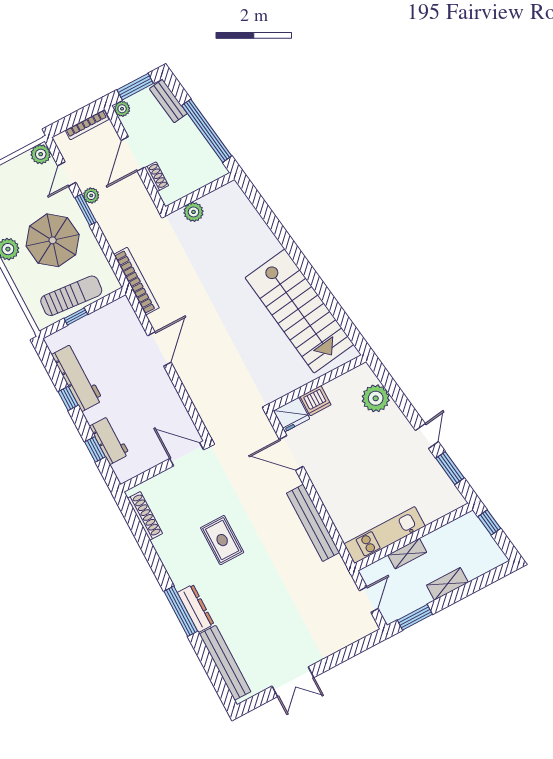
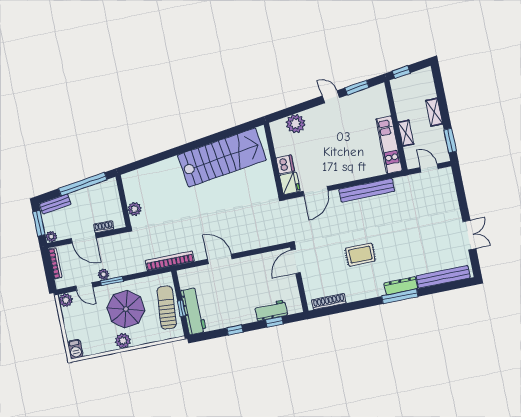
workbench: (77, 377) -> (193, 311), moved, turned 90

